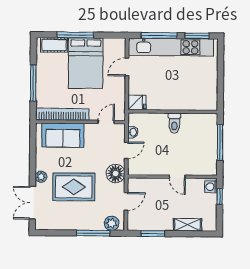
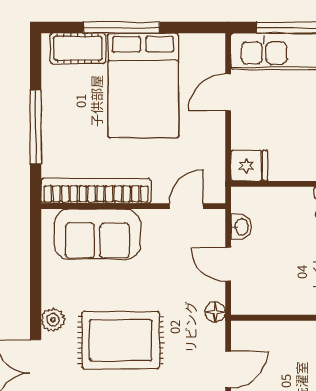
door: (126, 150) -> (228, 264), swing flipped
floor lamp: (116, 173) -> (215, 312), width x0.53, depth x0.53

